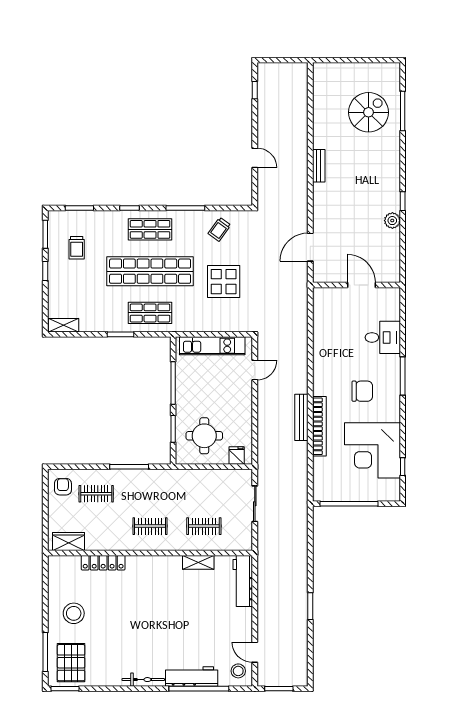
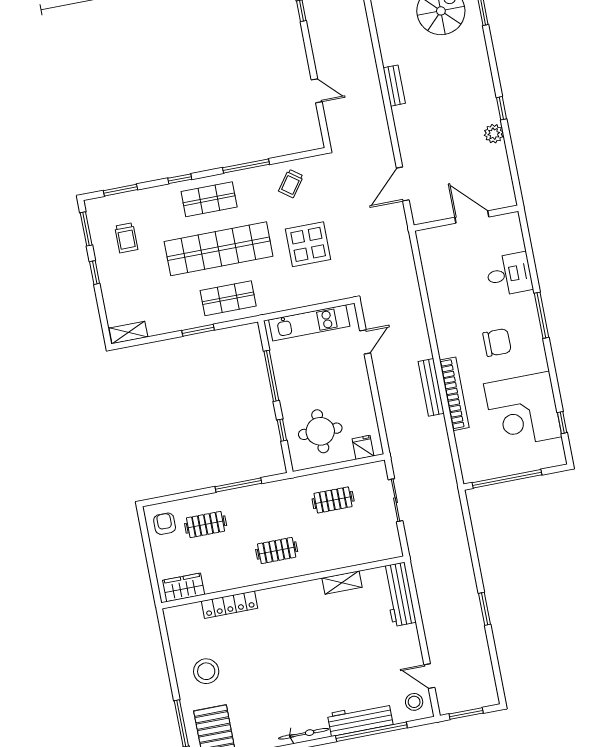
window: (173, 429) -> (282, 430), width x0.67
clothes rail: (204, 526) -> (333, 500), moved

